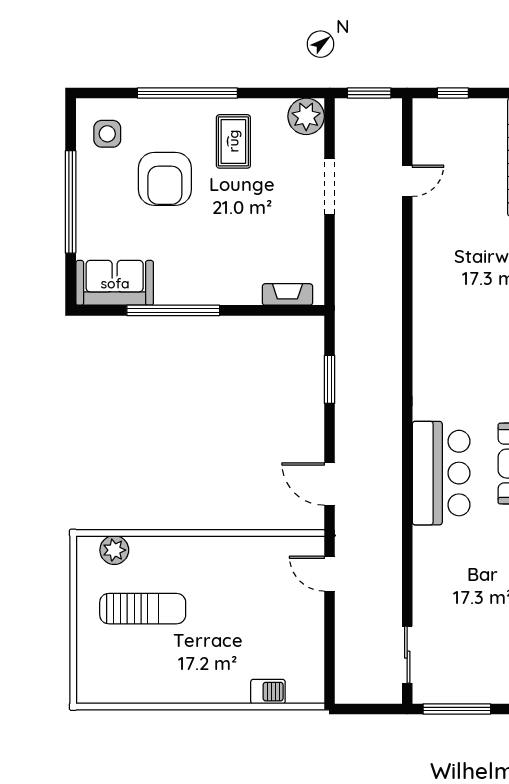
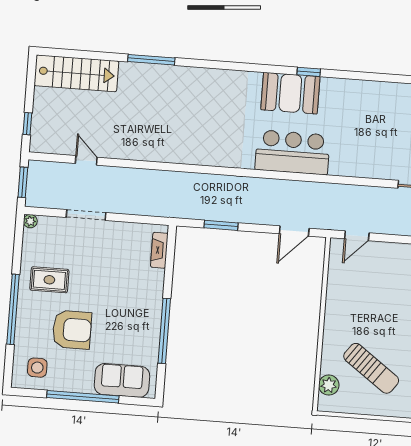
plant: (306, 116) -> (30, 221), width x0.53, depth x0.53
sofa: (115, 283) -> (122, 380), moved, turned 90
sun lounger: (143, 609) -> (371, 368), turned 126

